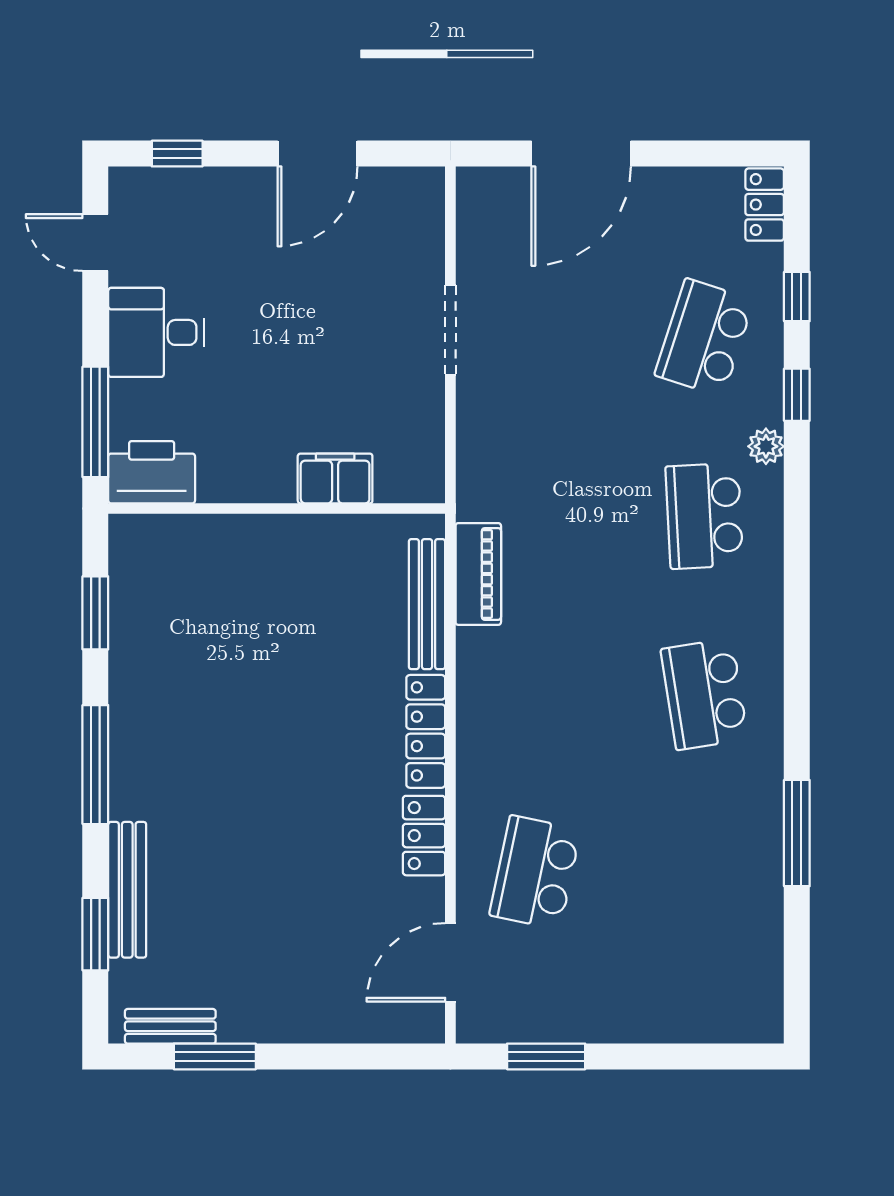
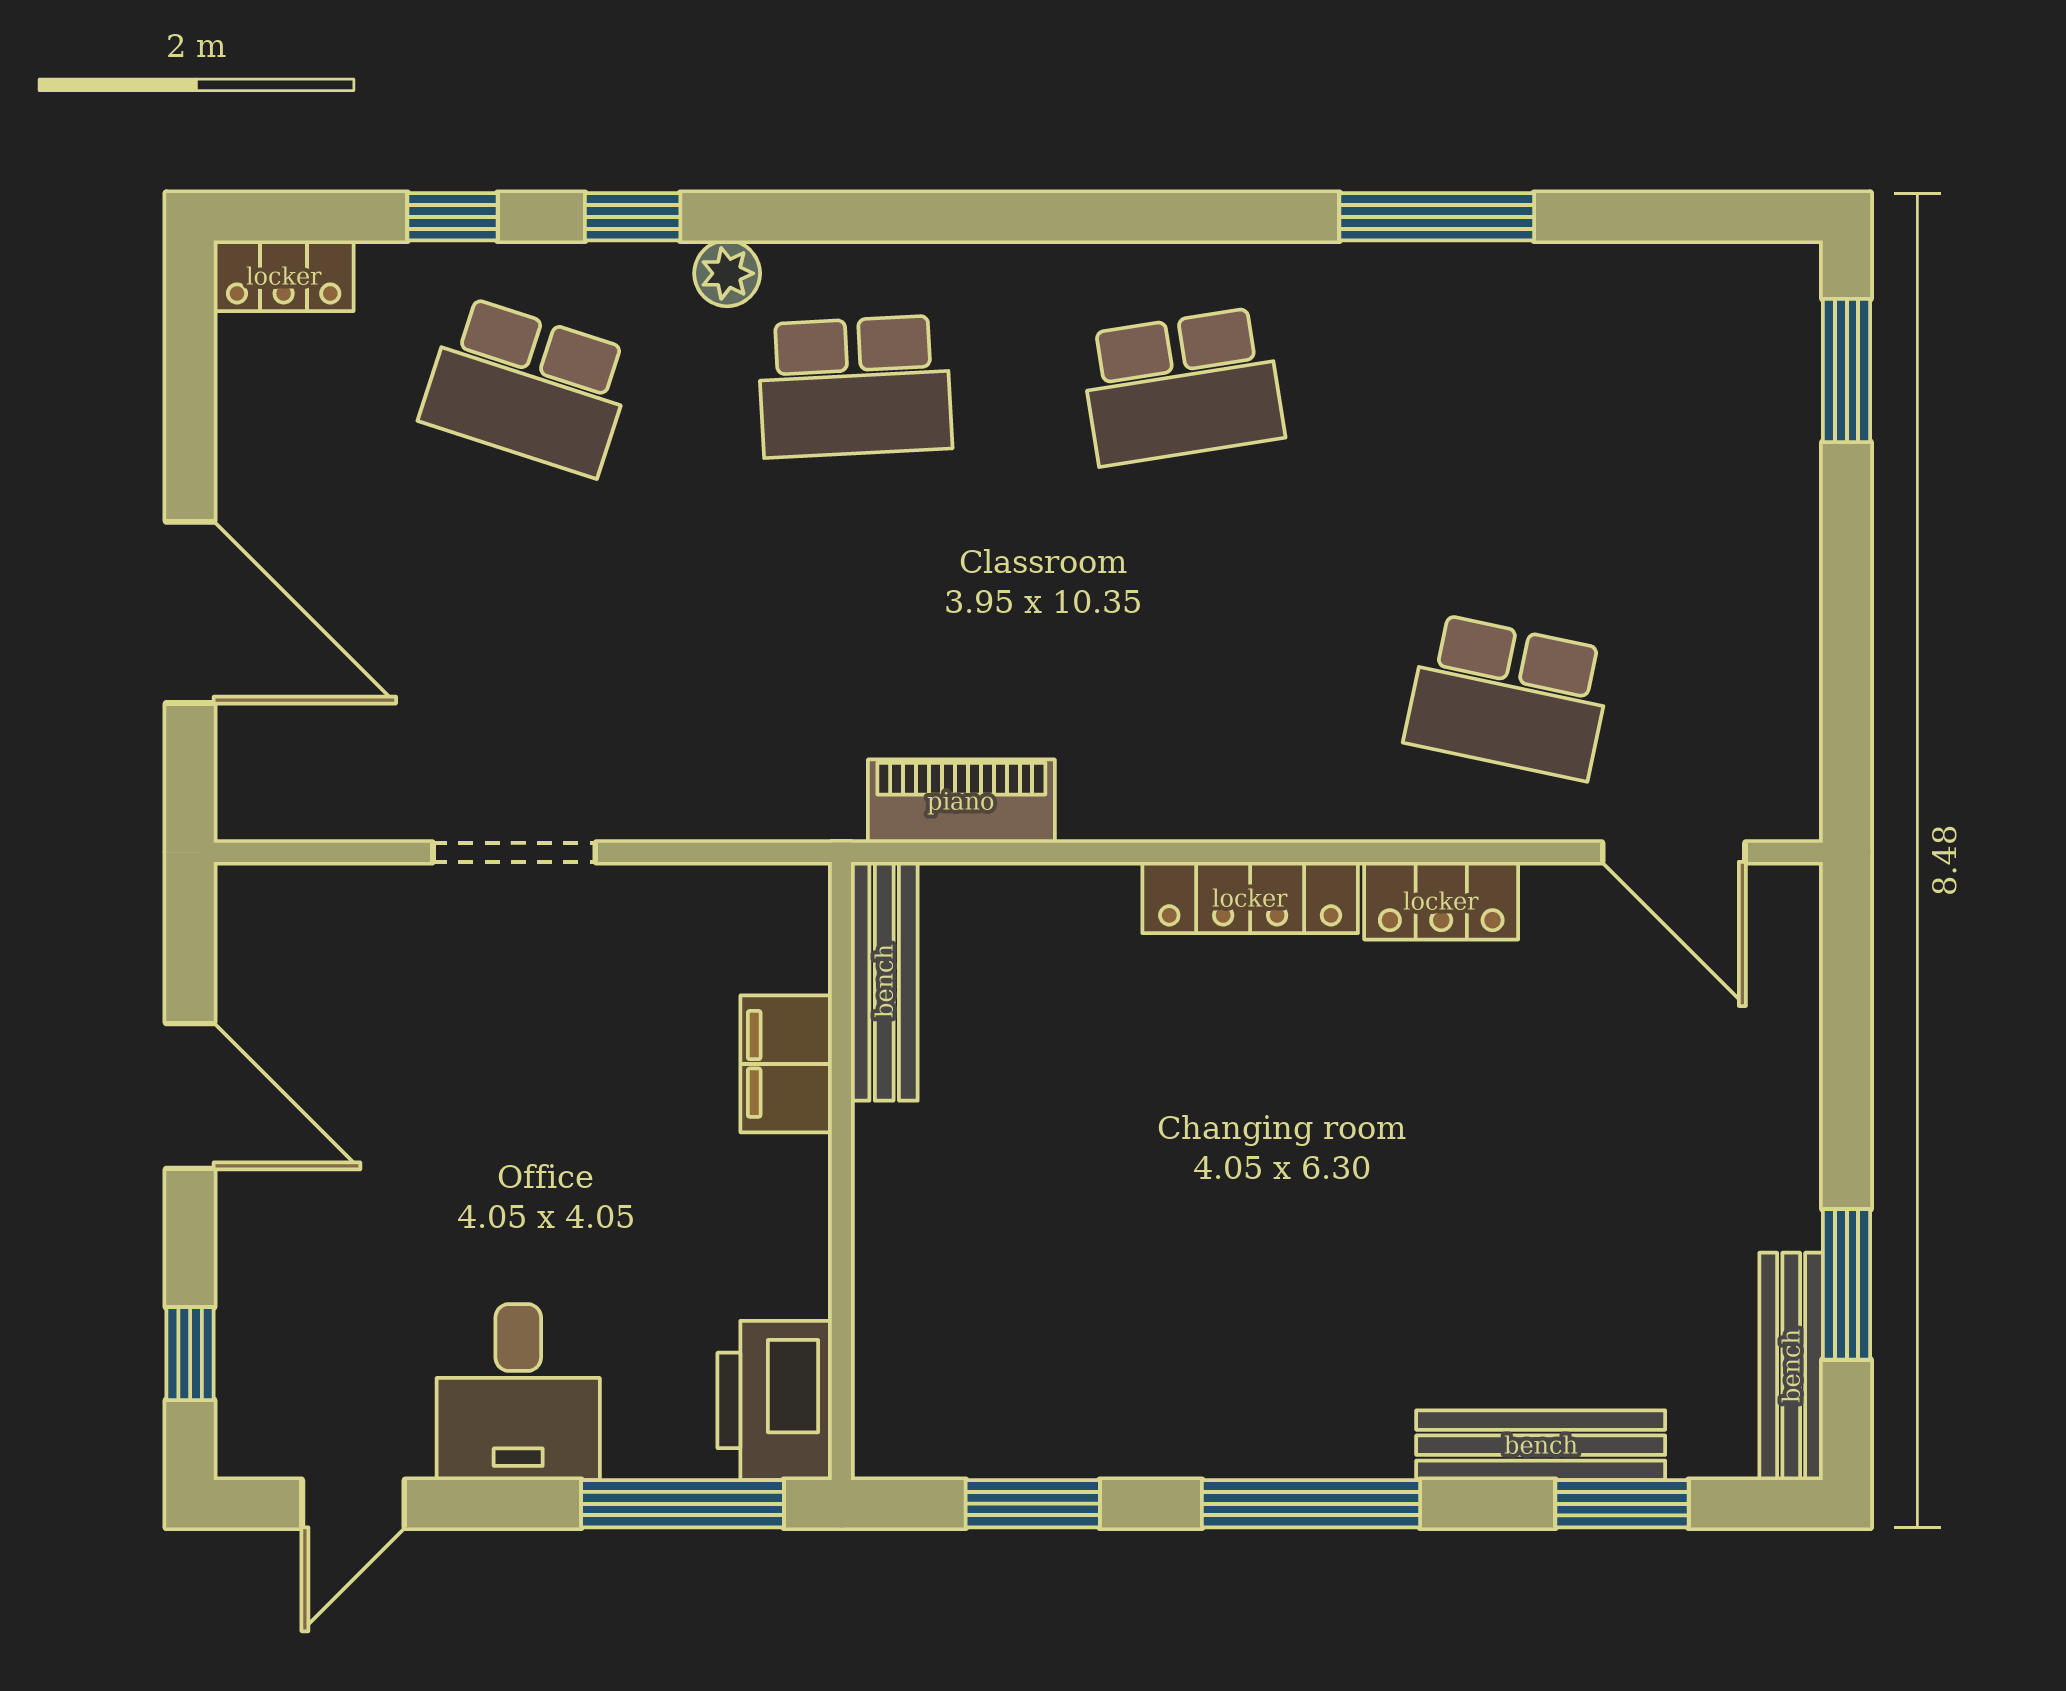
bench: (427, 604) -> (884, 981), moved, turned 90
bench: (170, 1026) -> (1791, 1366), width x1.36
window: (546, 1056) -> (1847, 370), moved

